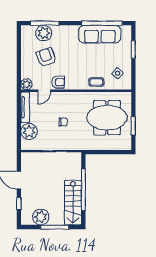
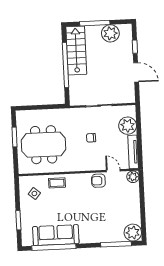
plant: (44, 33) -> (133, 233), moved
armchair: (46, 57) -> (113, 207), removed
door: (44, 91) -> (113, 171), hinge flipped

